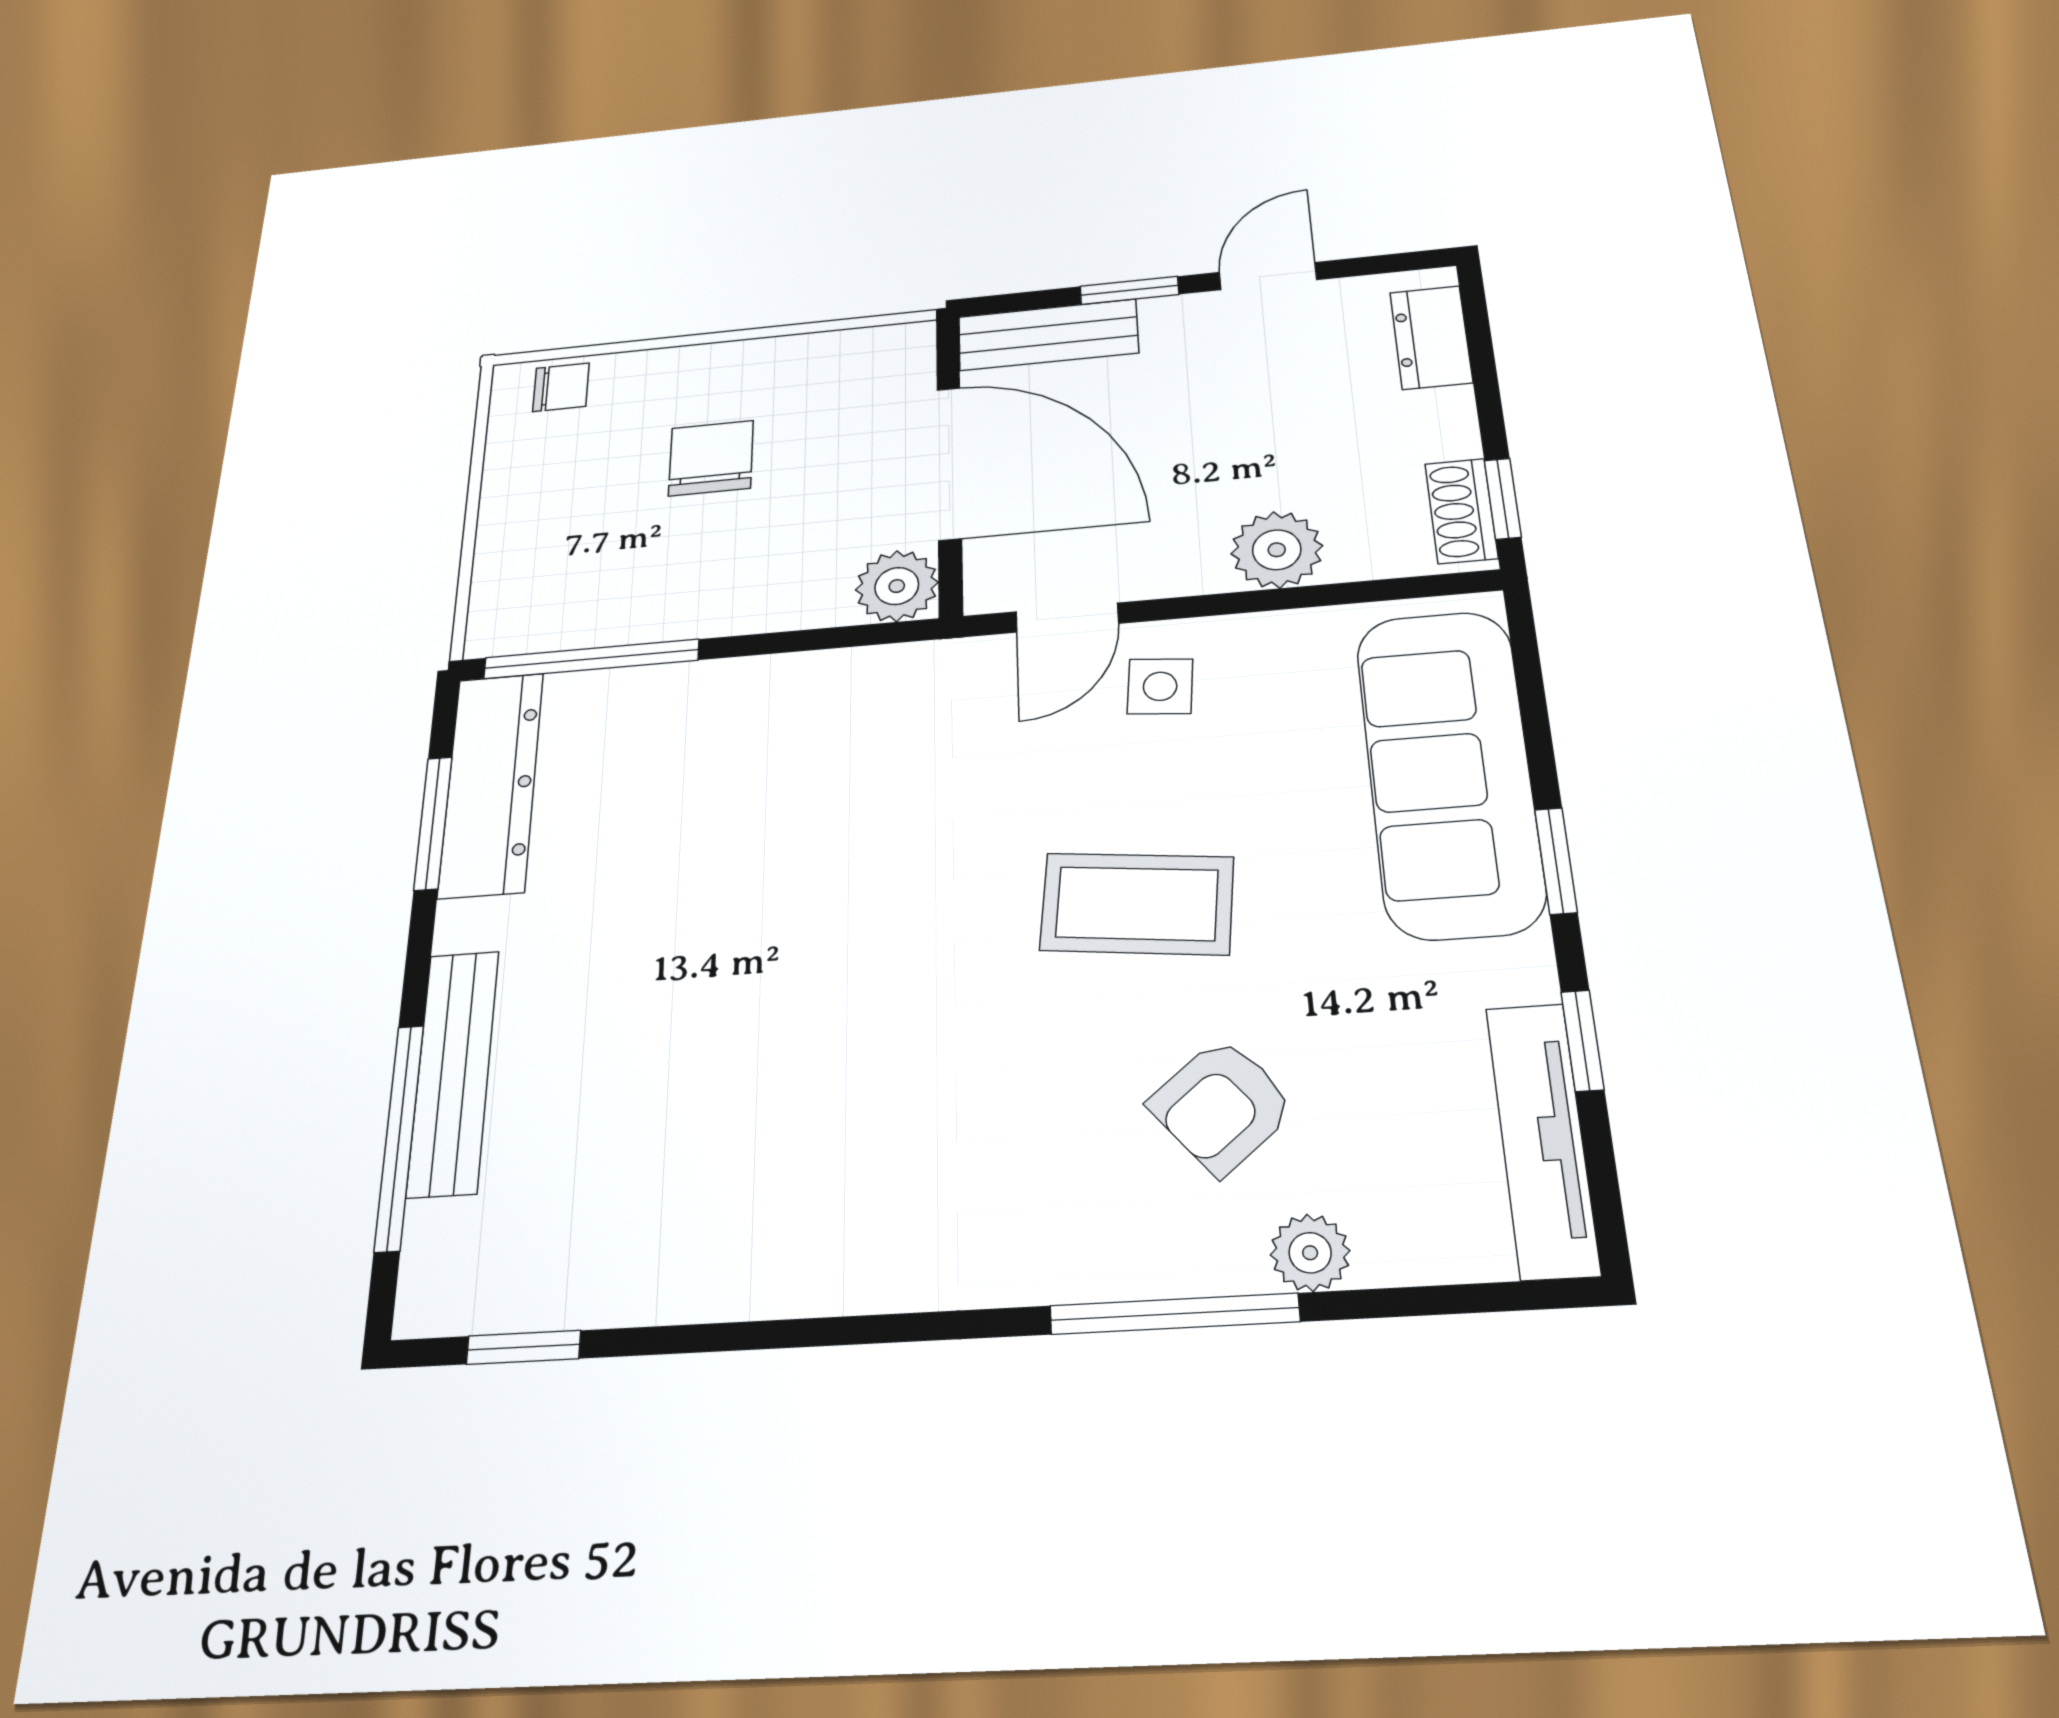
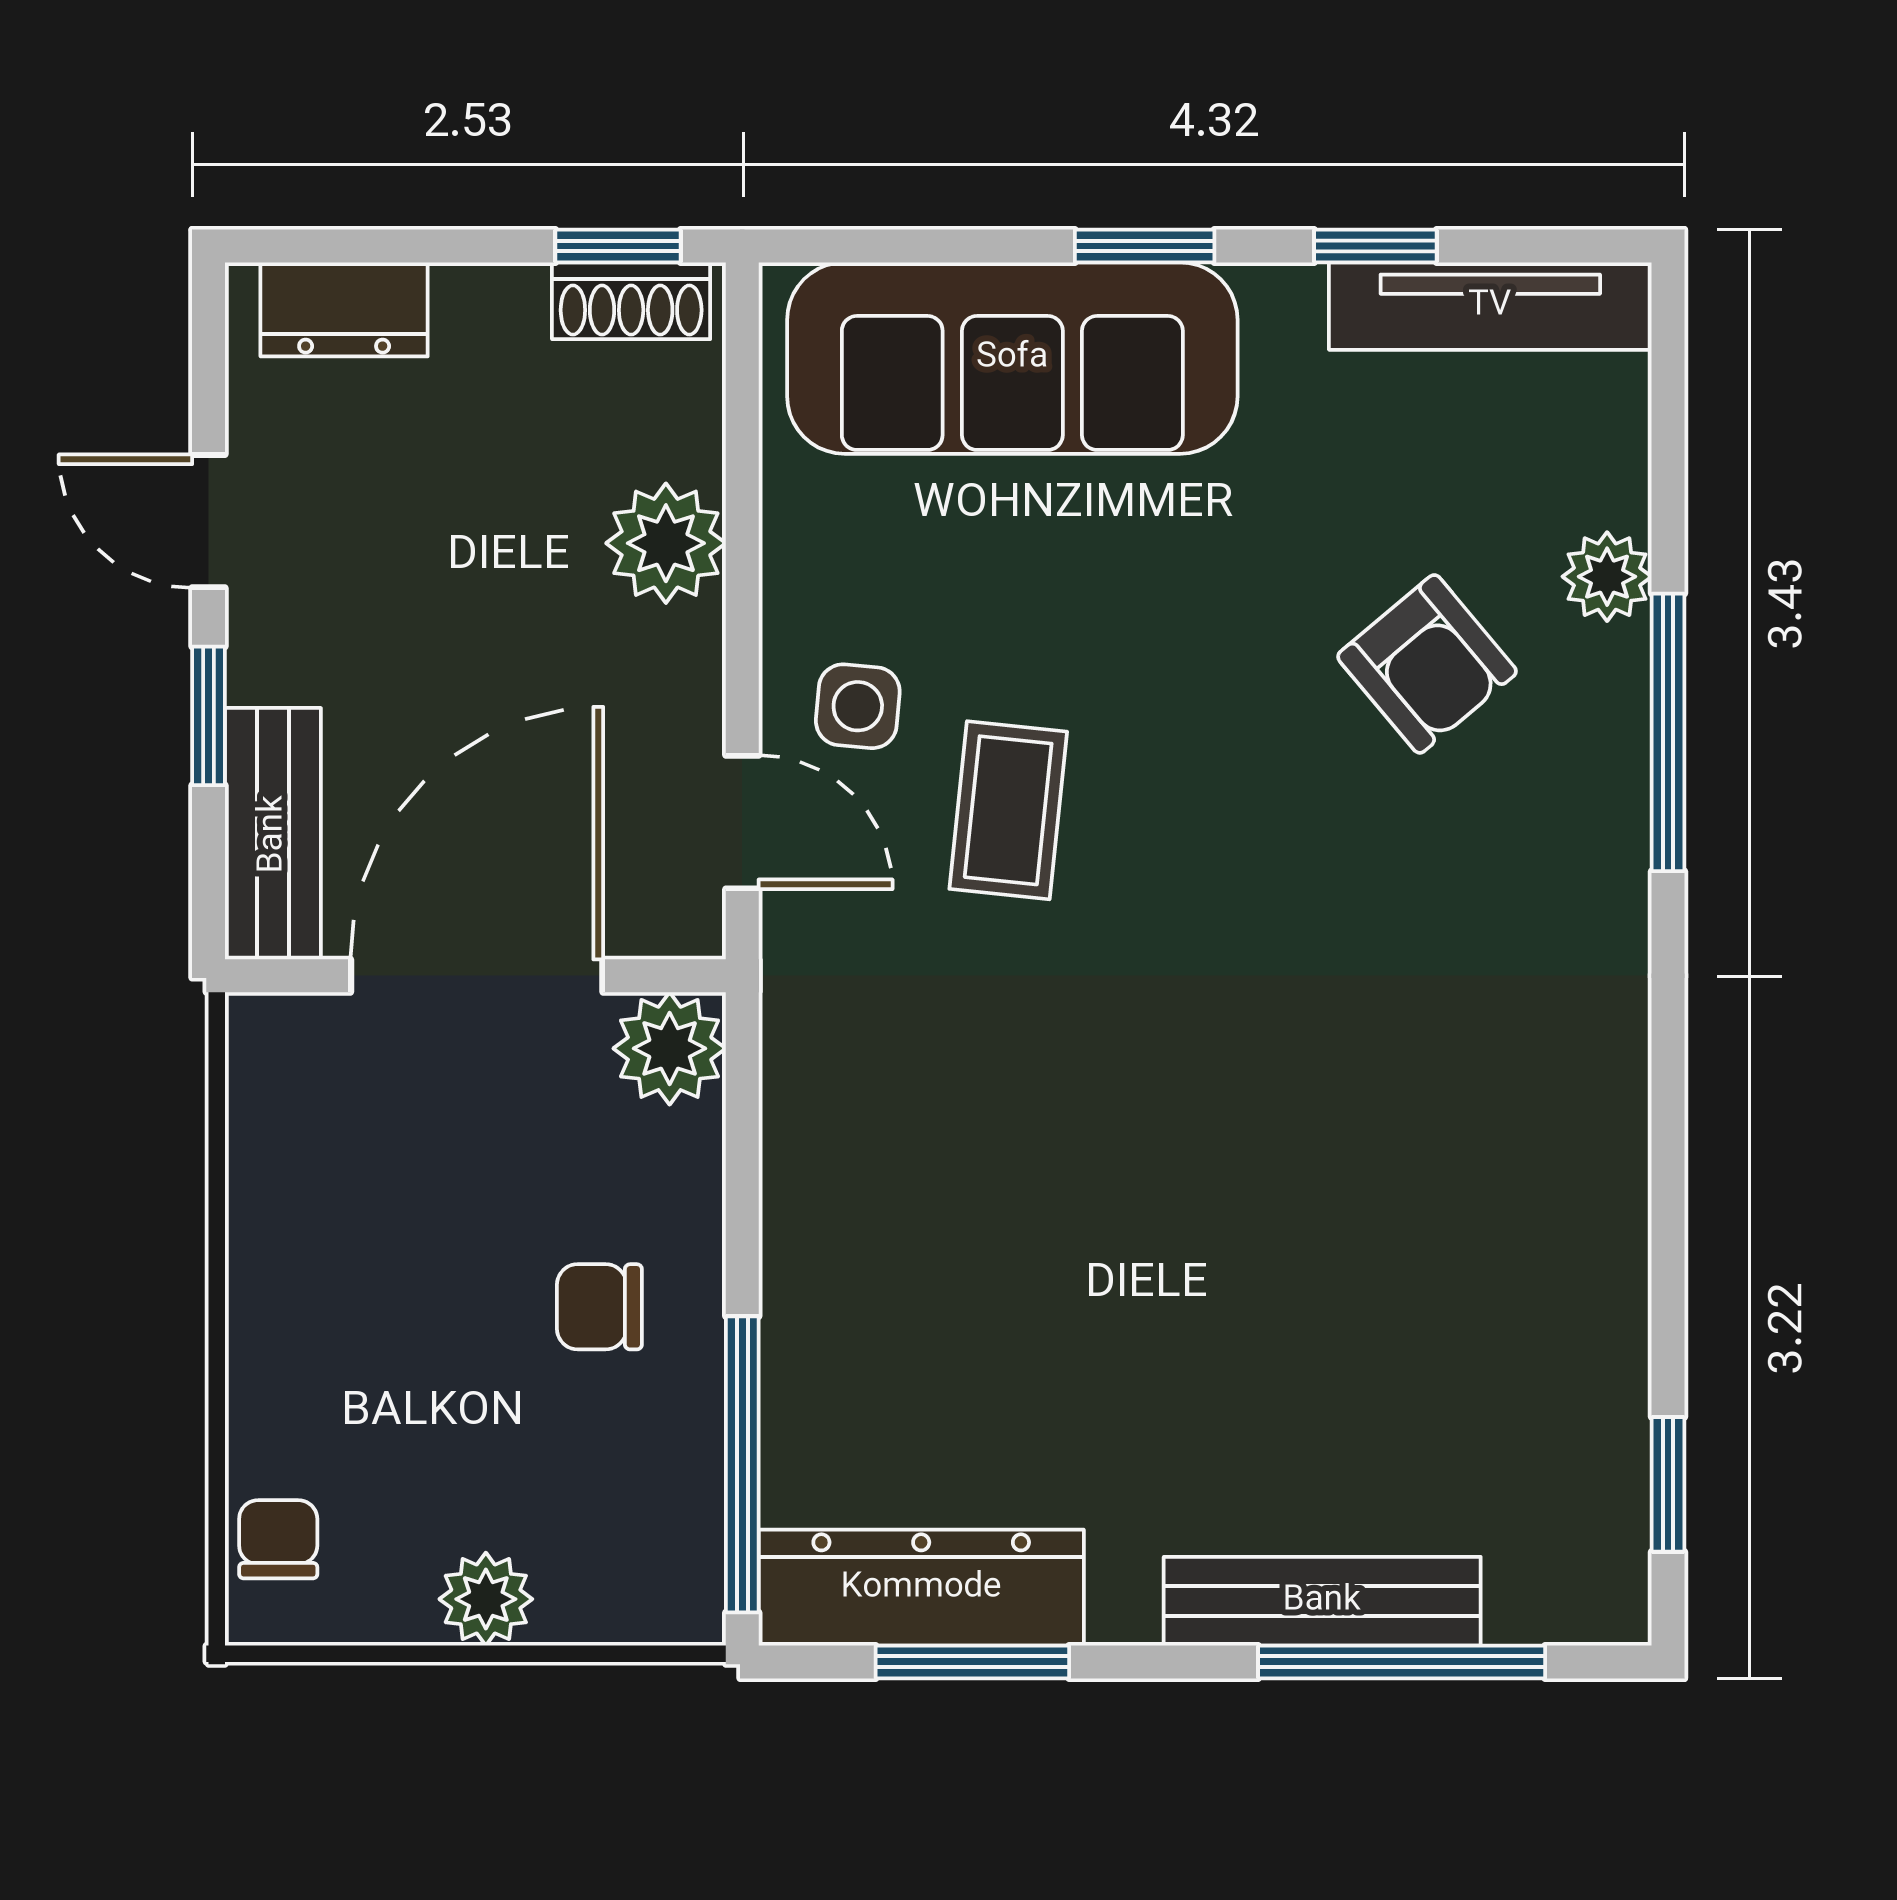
chair: (711, 458) -> (599, 1307), moved, width x0.73, depth x0.73
plant: (509, 510) -> (486, 1599), added
coffee table: (1137, 904) -> (1008, 810), moved, width x0.73, depth x0.77

